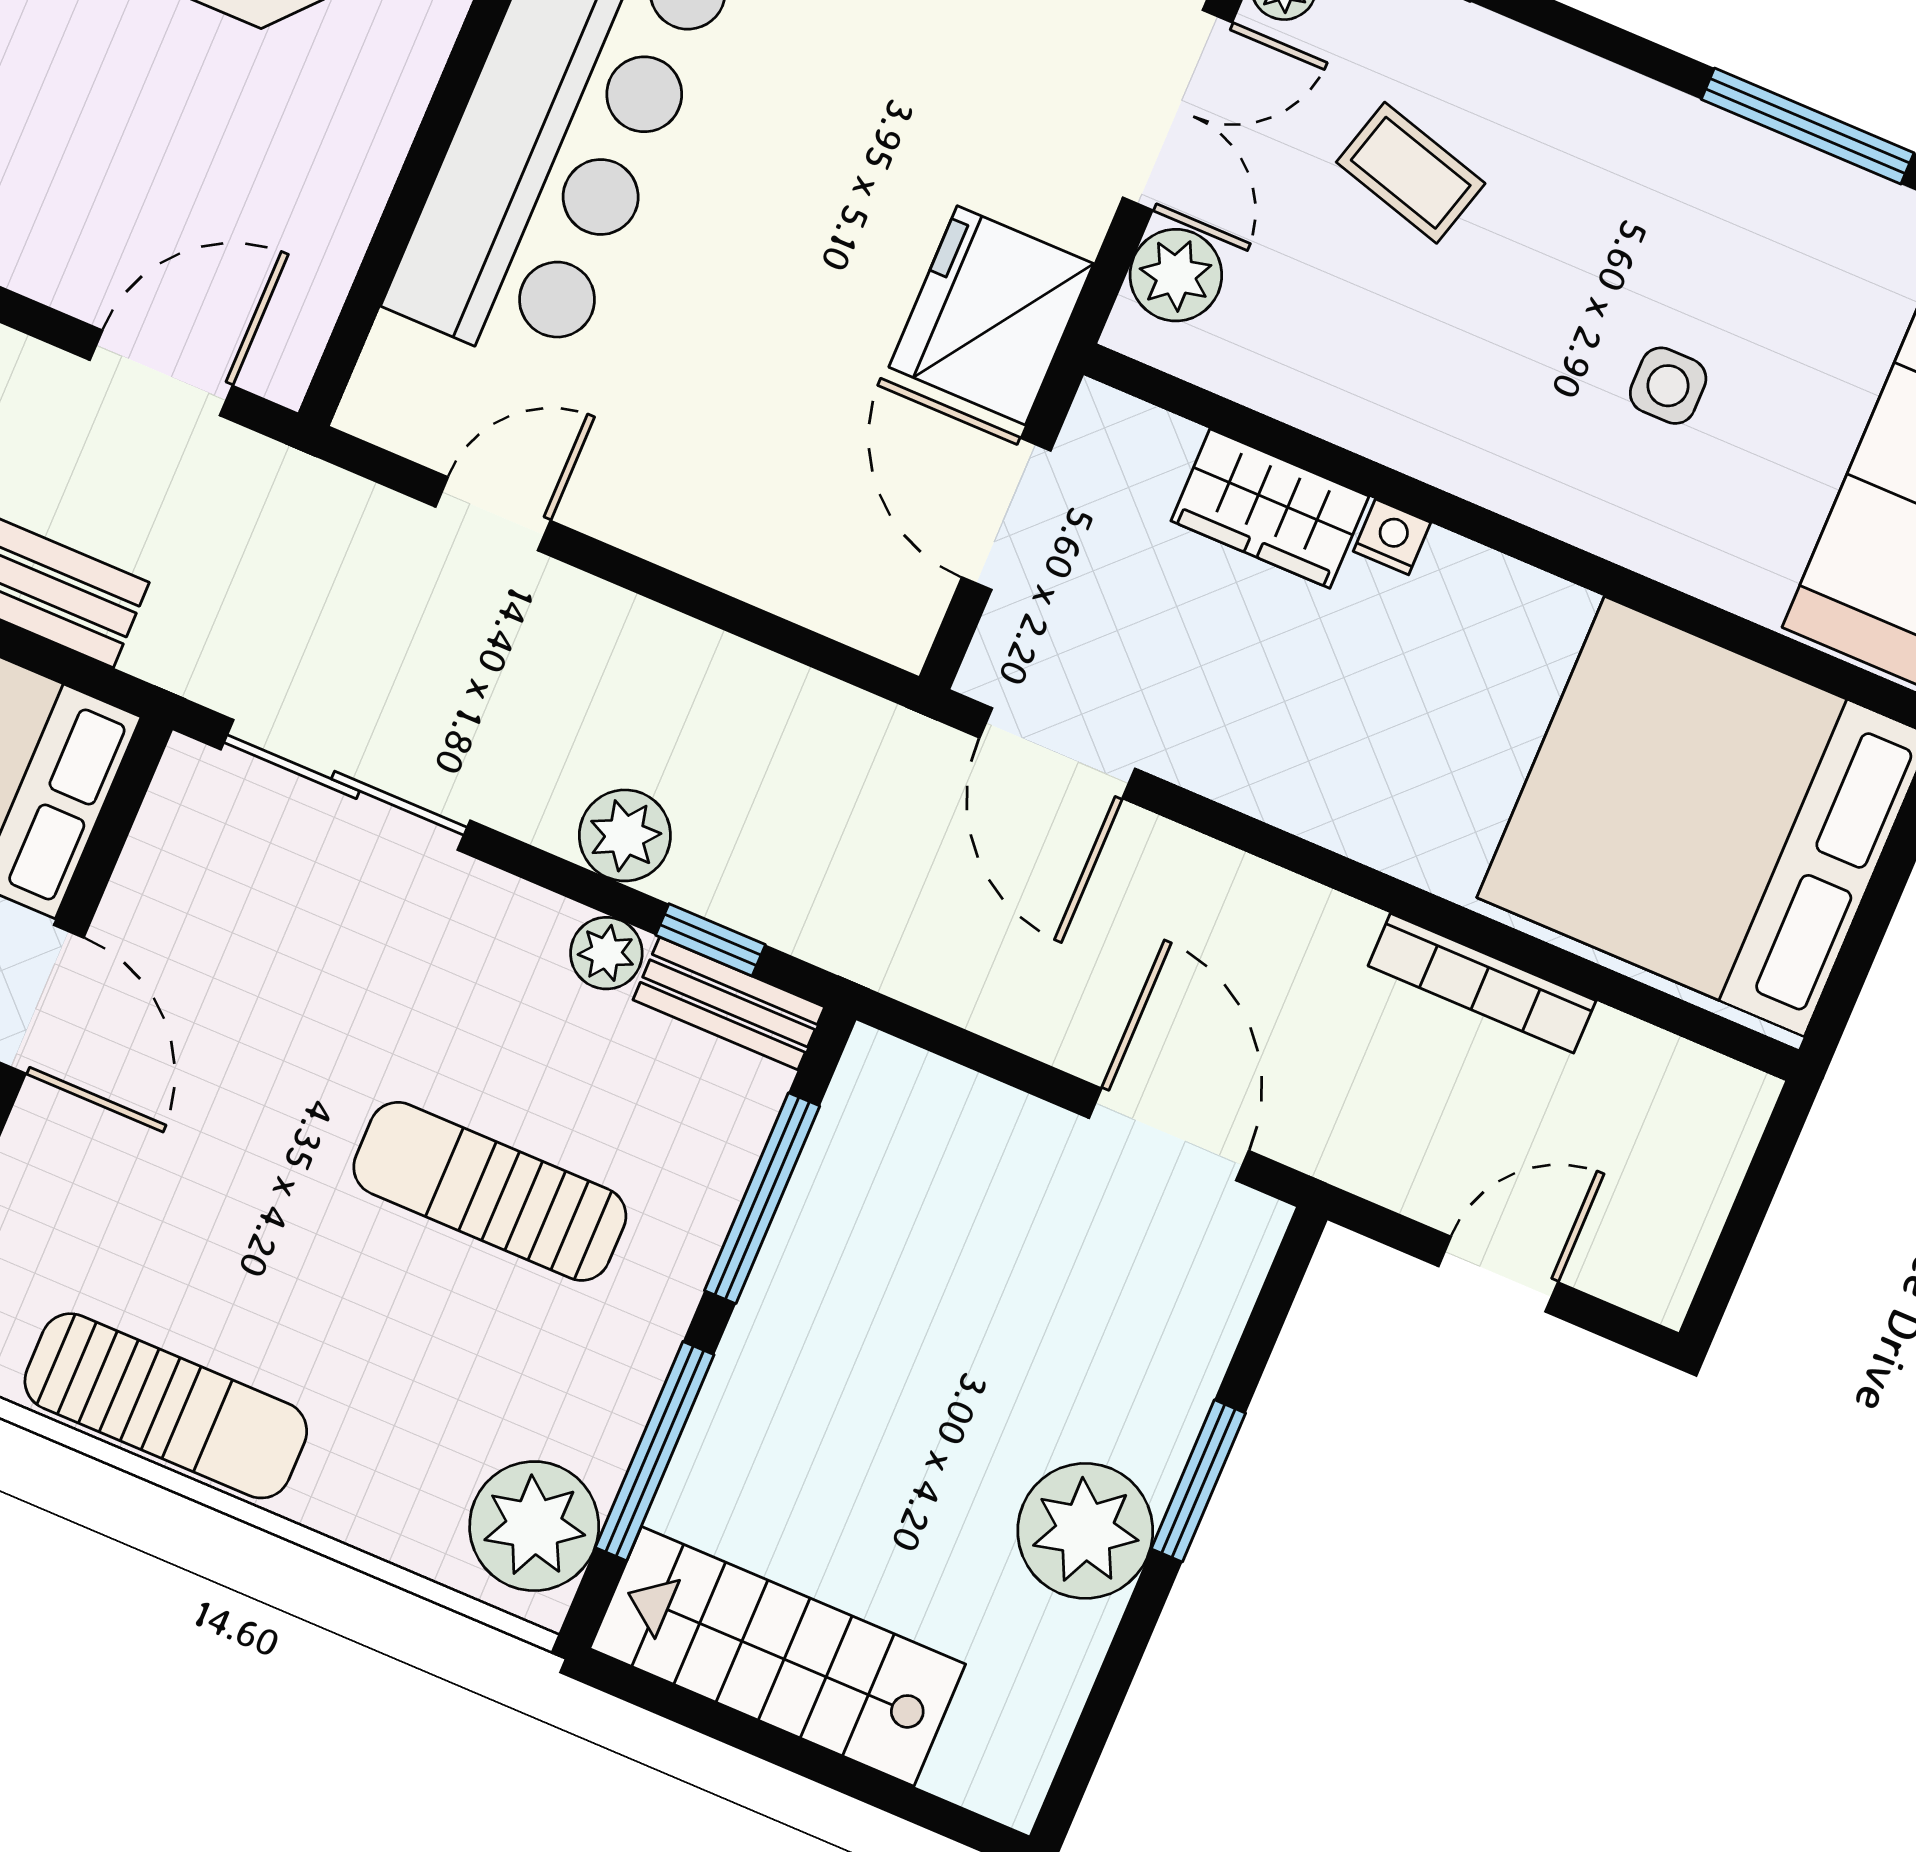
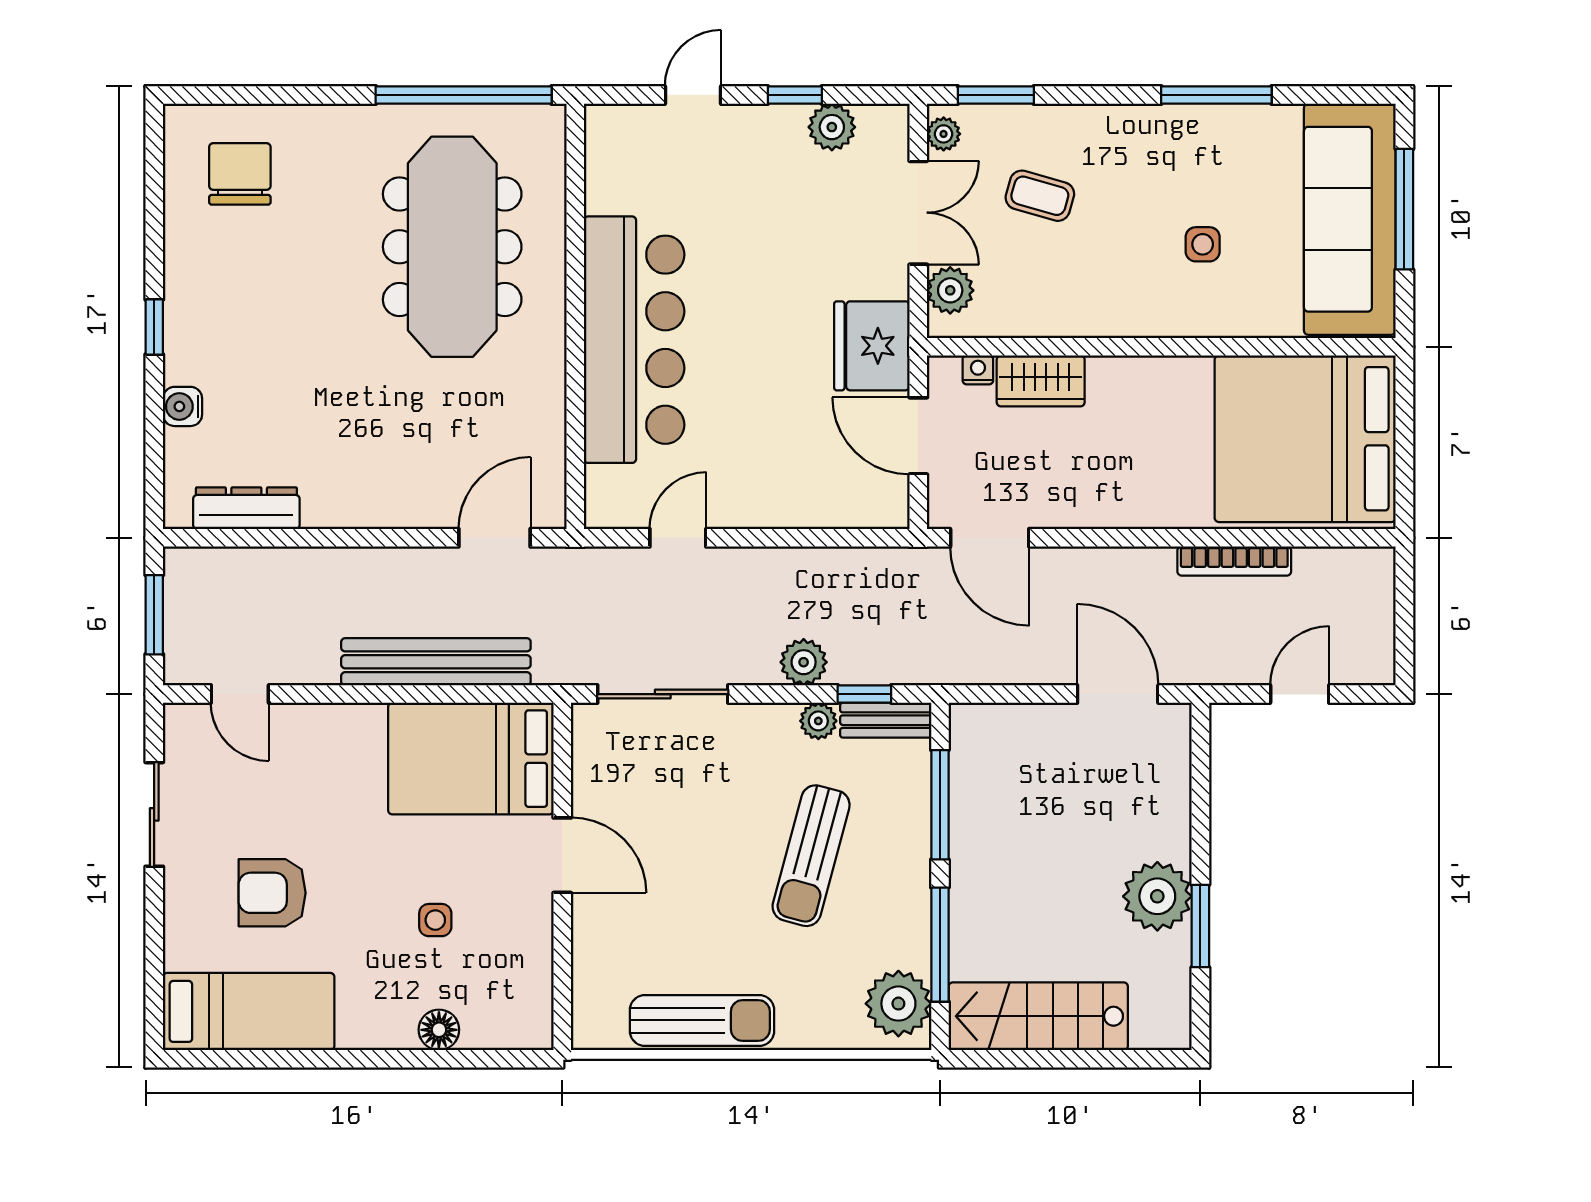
nightstand: (1392, 537) -> (978, 370), moved
sun lounger: (490, 1191) -> (811, 856), turned -75
window: (1198, 1481) -> (1200, 926), moved

